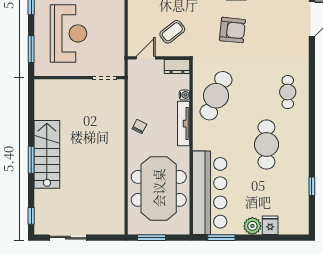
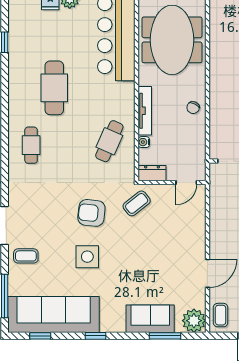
coffee table: (172, 32) -> (137, 203), moved
cafe table: (216, 96) -> (109, 141), width x0.73, depth x0.74

